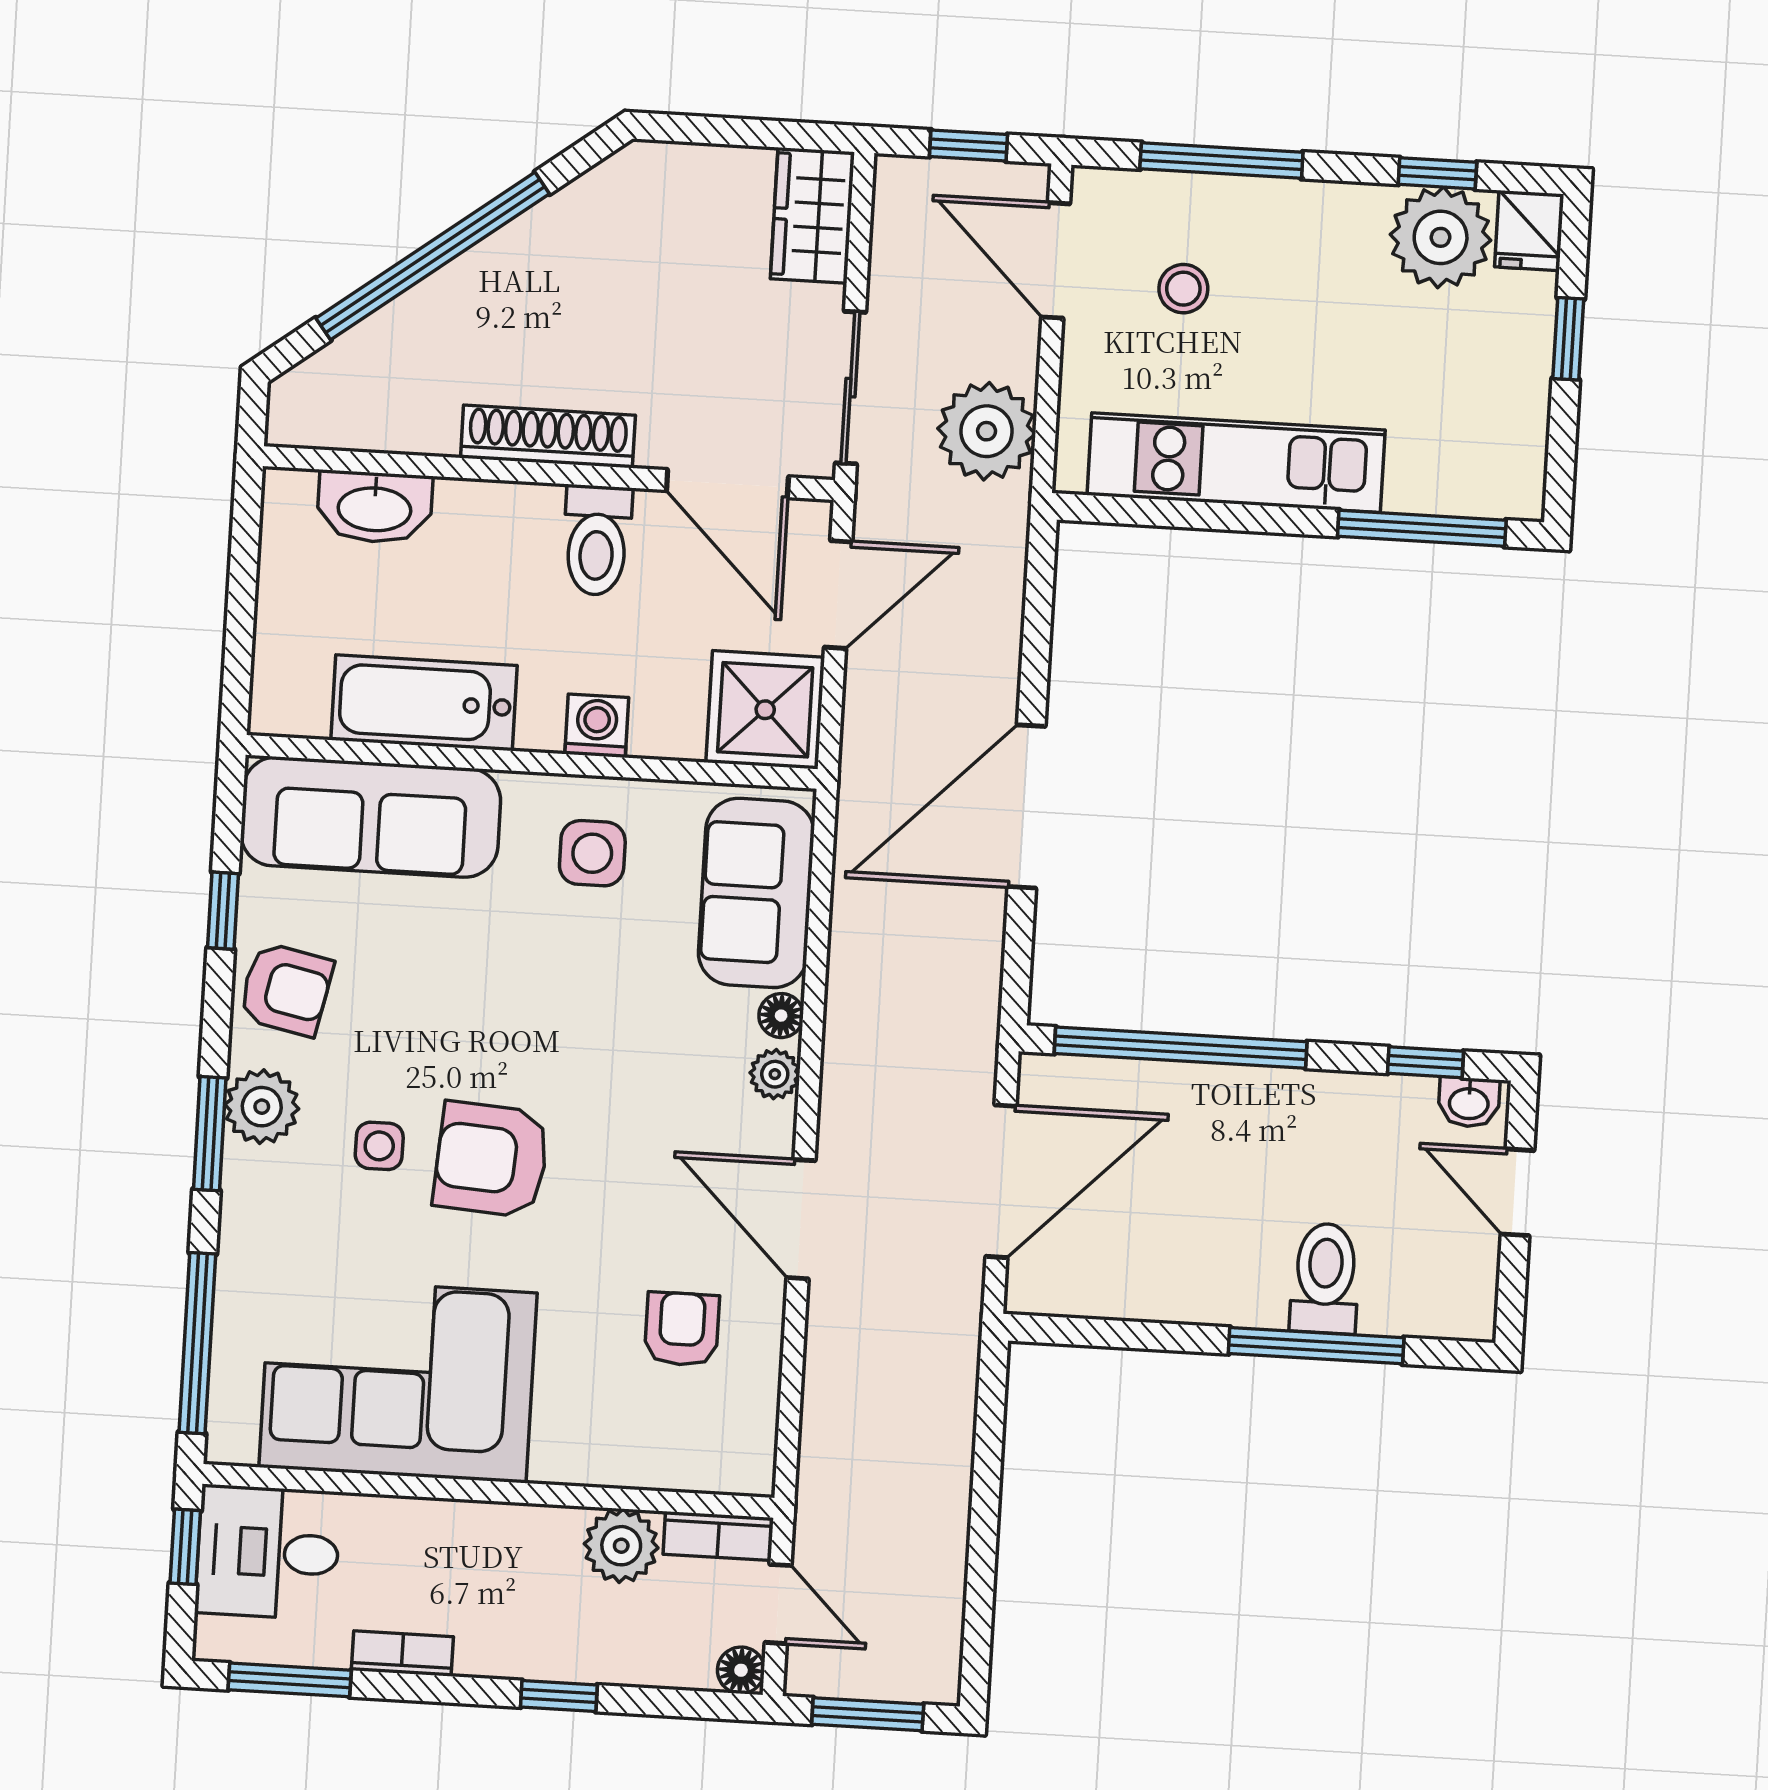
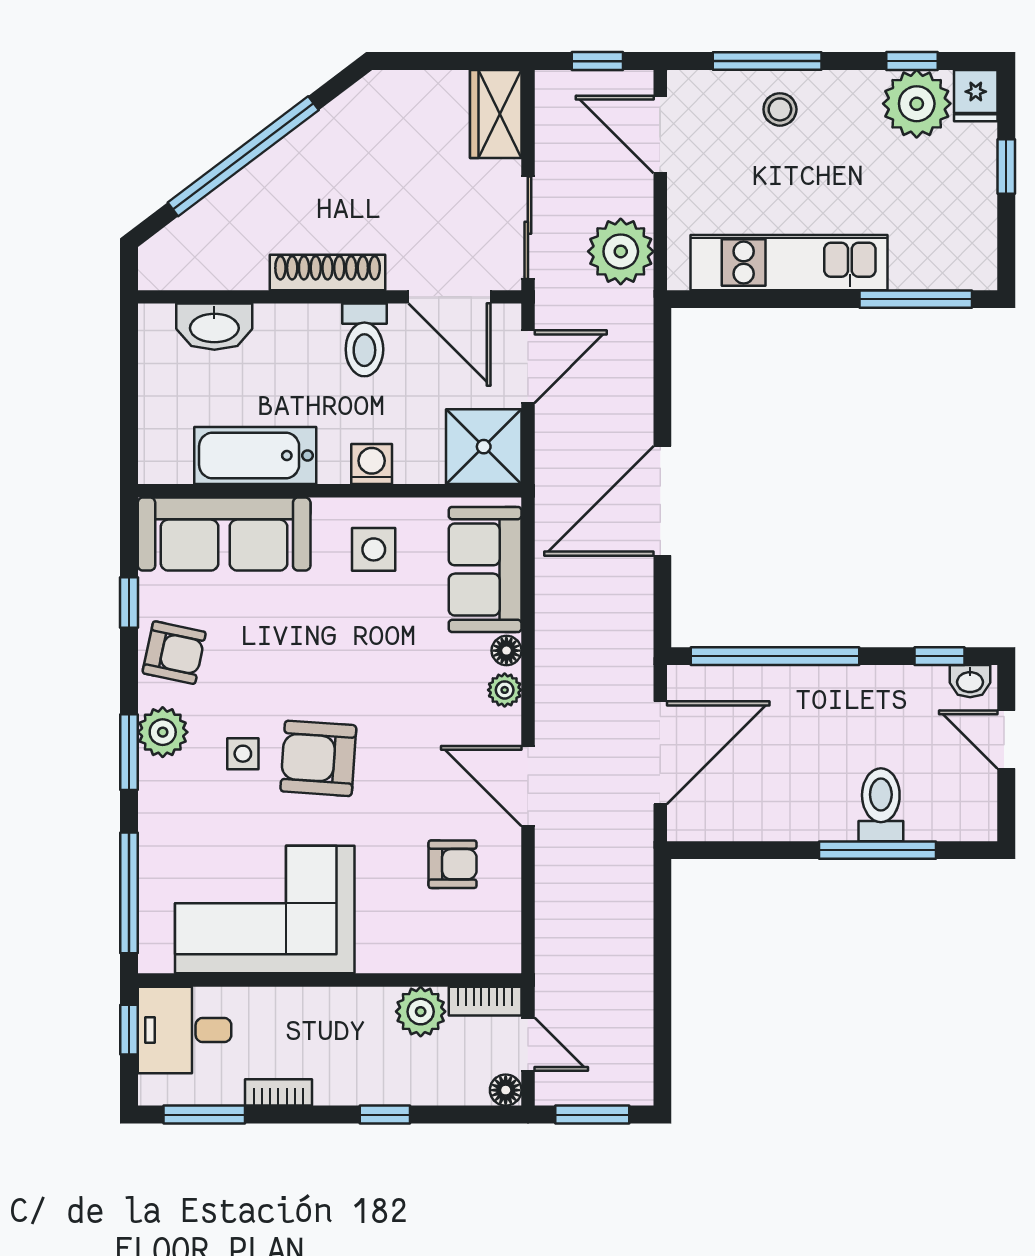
stool: (1183, 289) -> (780, 109), moved
armchair: (682, 1329) -> (453, 864), turned 90

